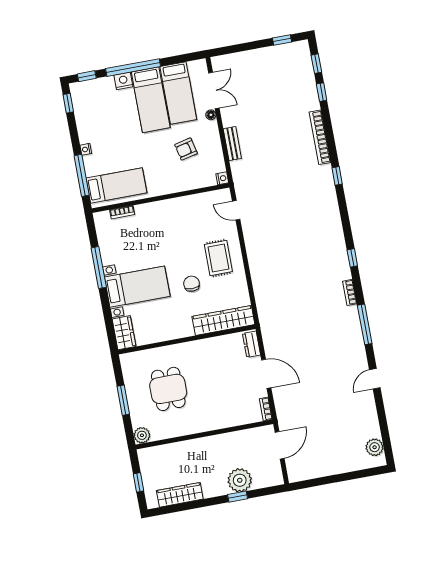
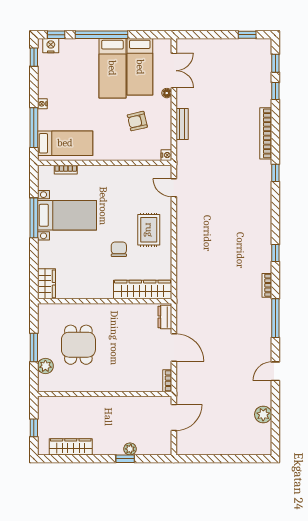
nightstand: (123, 81) -> (51, 46), moved
bed with nightstands: (137, 287) -> (67, 215), moved
plant: (142, 435) -> (45, 366), moved
plant: (375, 447) -> (263, 414), moved
plant: (240, 480) -> (130, 449), width x0.53, depth x0.53

